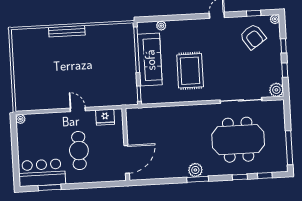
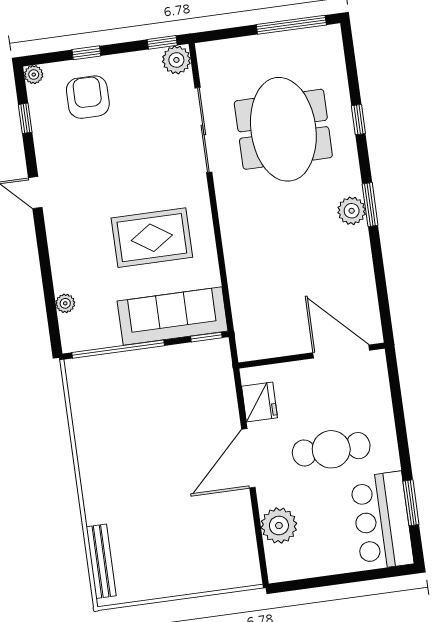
bench: (67, 31) -> (101, 561), moved
armchair: (253, 37) -> (88, 97), moved, turned -55
sofa: (150, 60) -> (173, 316), moved
window: (285, 70) -> (162, 42), moved
door: (78, 109) -> (248, 458), width x1.87
plant: (20, 119) -> (279, 525), moved, width x1.87, depth x1.87
window: (265, 176) -> (352, 69), removed

